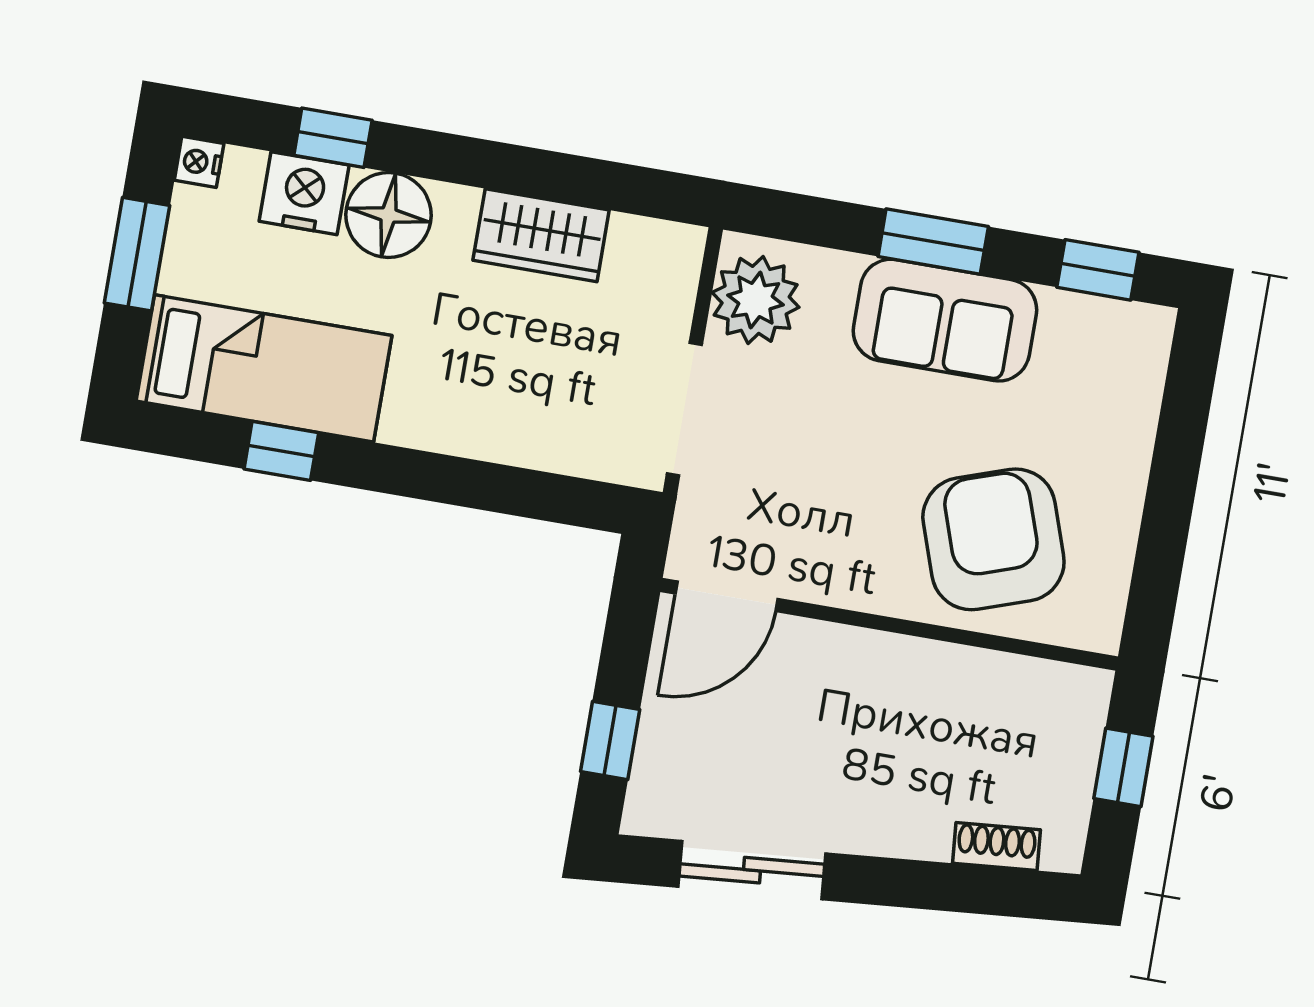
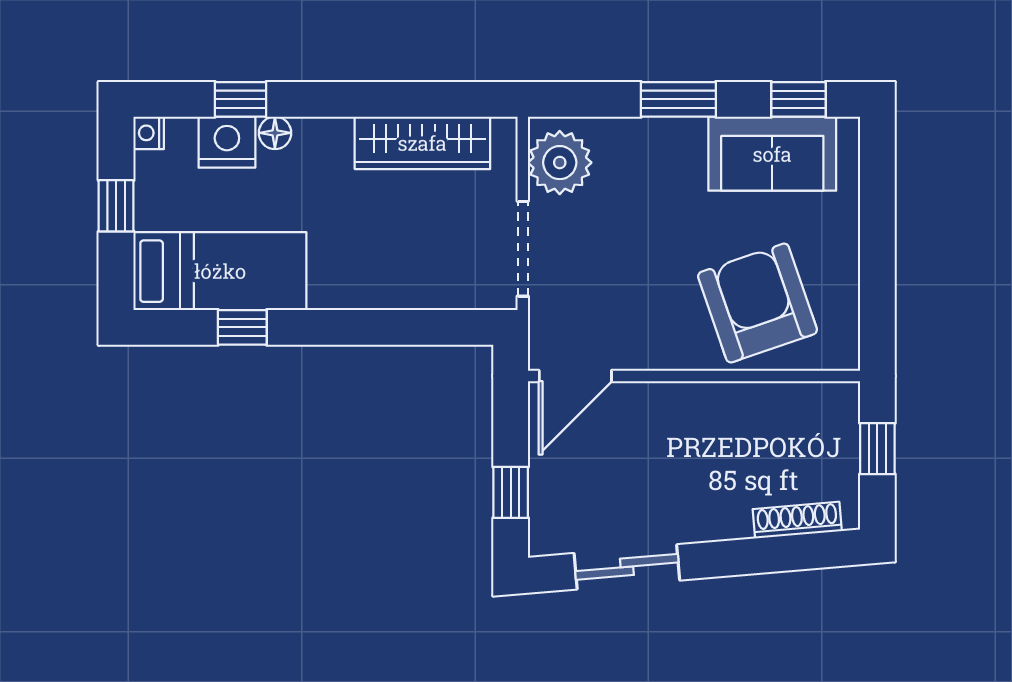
floor lamp: (388, 215) -> (275, 133), width x0.53, depth x0.53
wardrobe: (541, 235) -> (422, 143), width x1.50
window: (137, 254) -> (116, 206), width x0.67
sofa: (945, 320) -> (772, 154), moved
shoe rack: (997, 846) -> (797, 520), width x1.43

